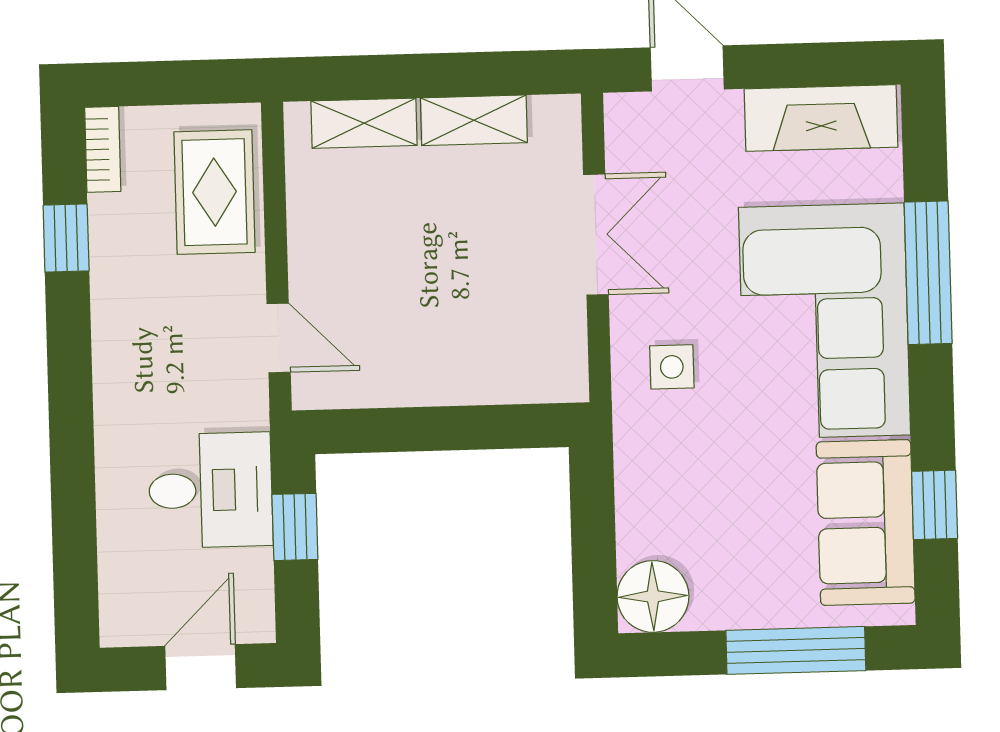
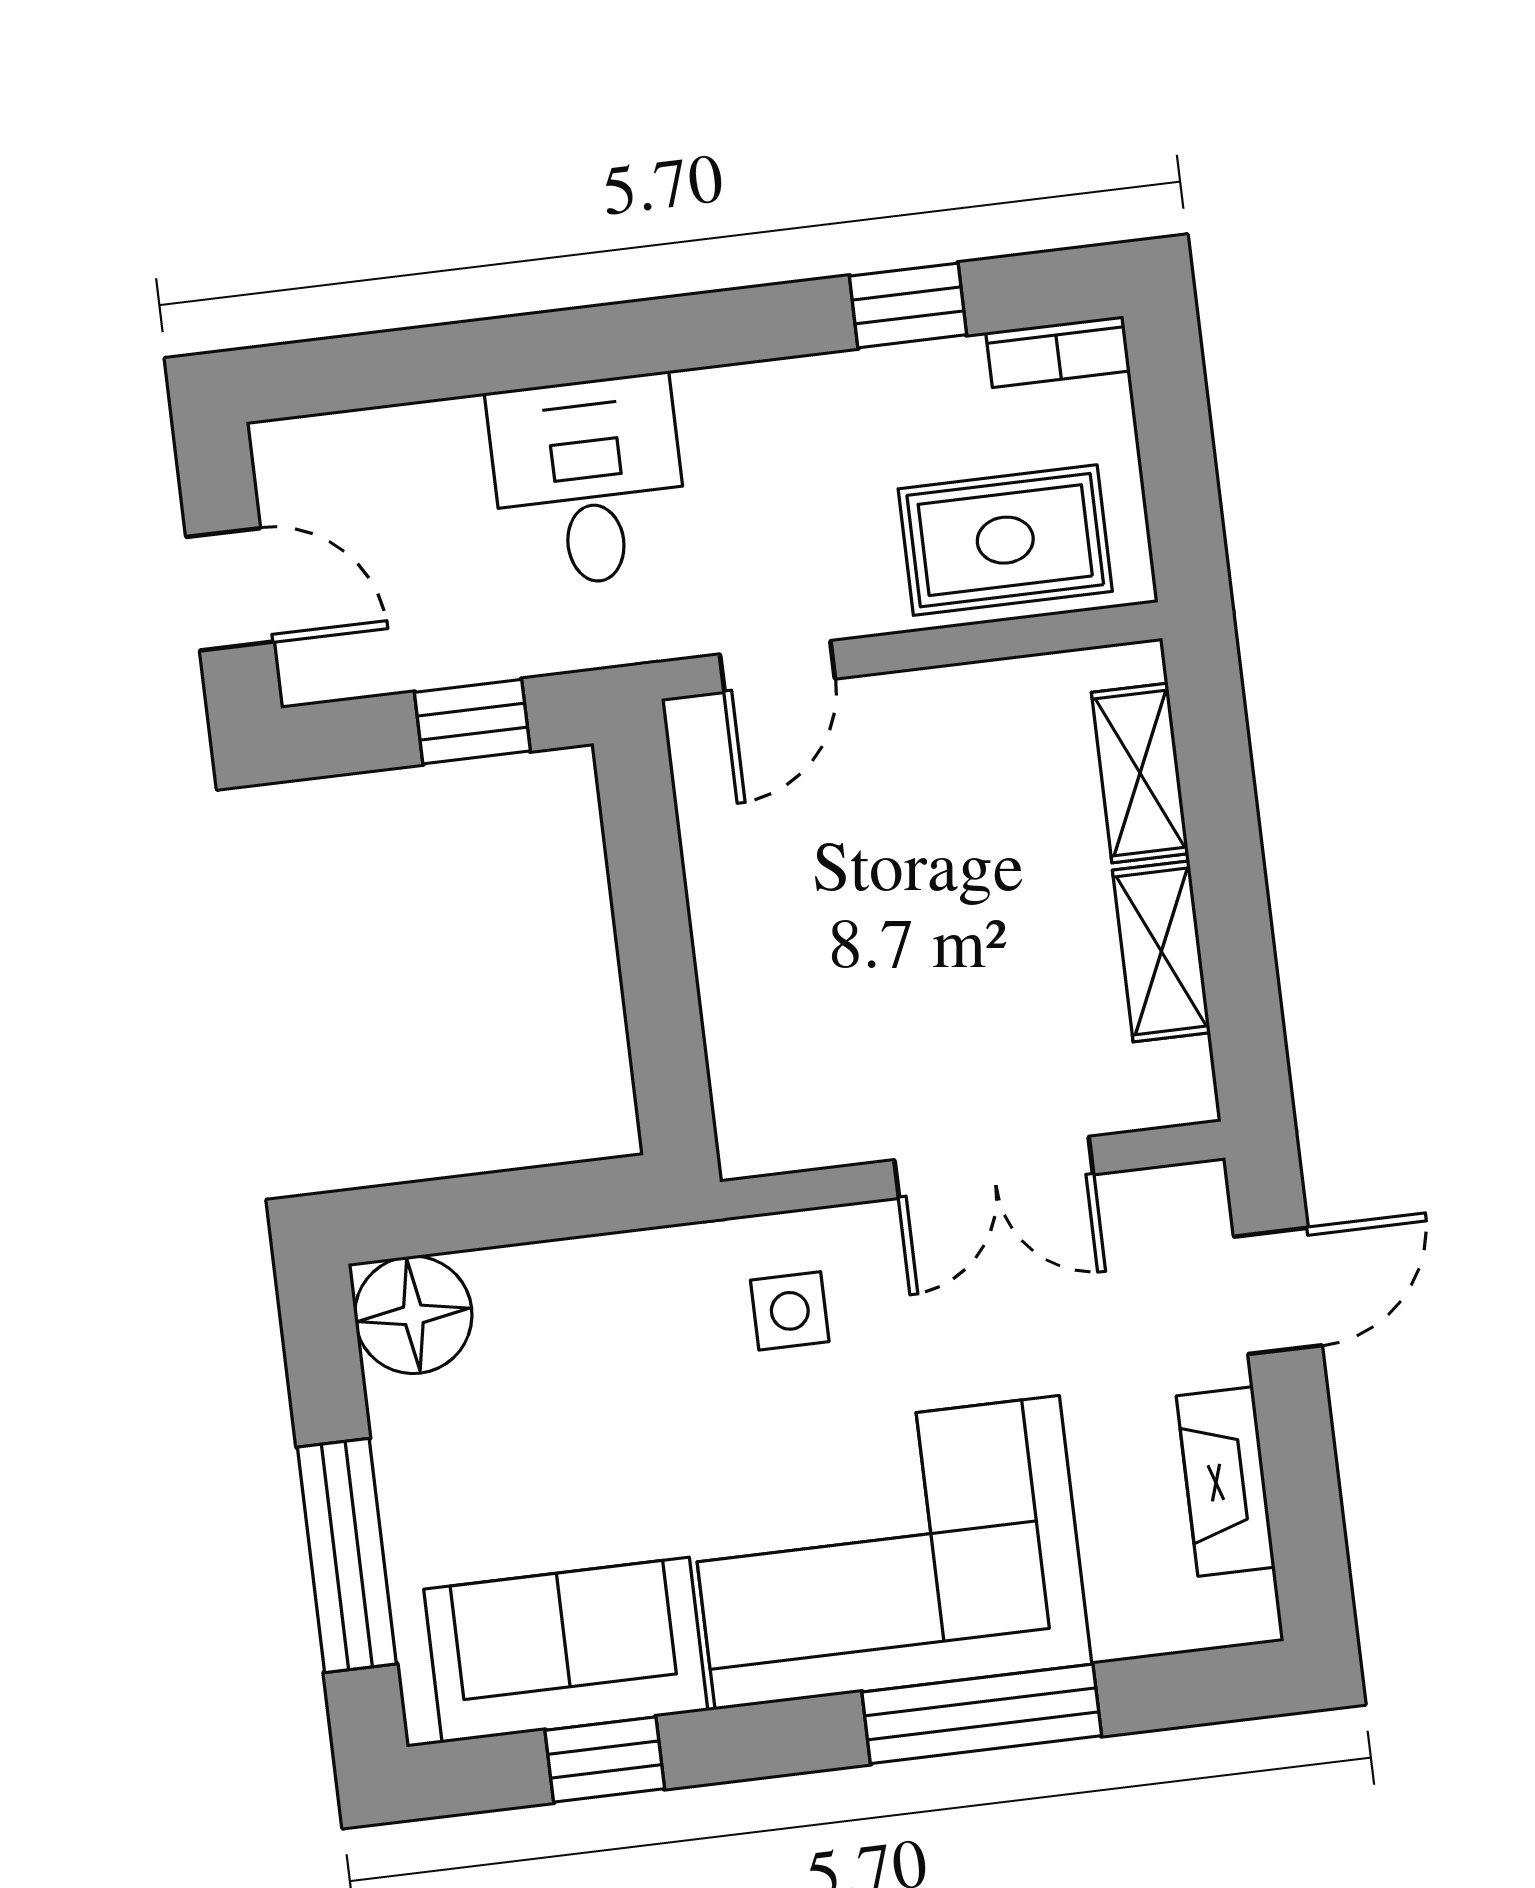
fireplace: (821, 118) -> (1226, 1481), width x0.73, depth x0.76
desk: (211, 490) -> (588, 481), moved, turned 180

